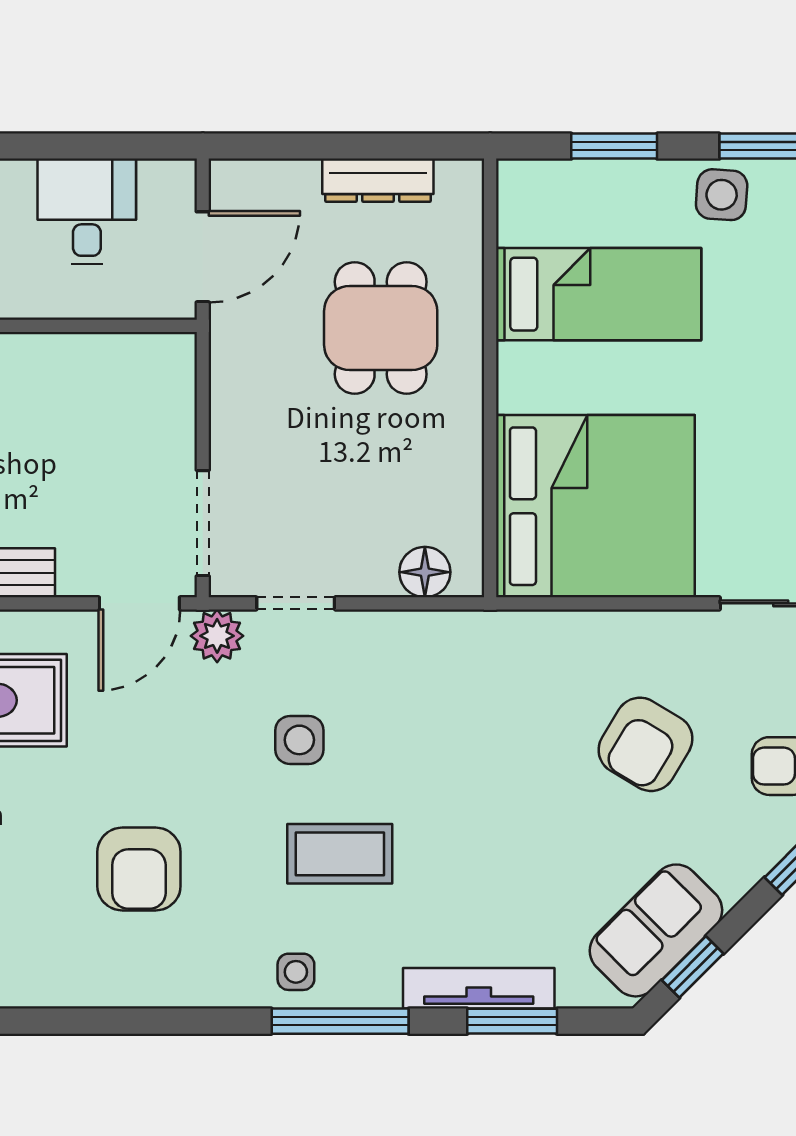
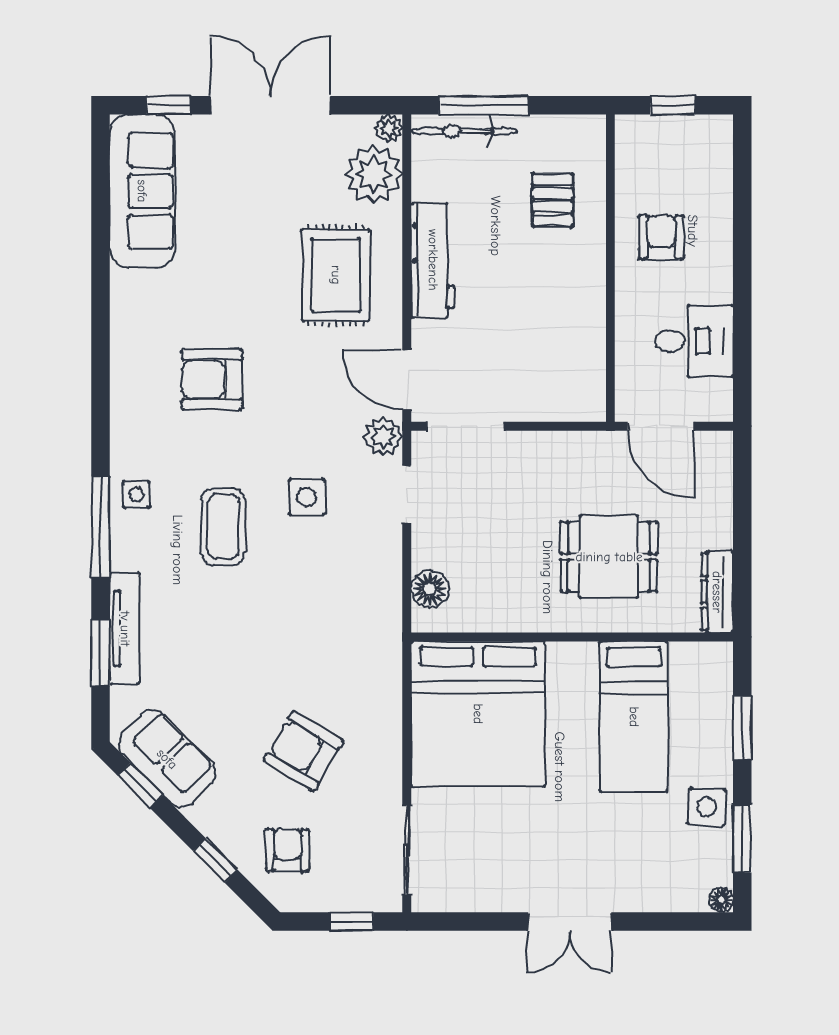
dresser: (378, 180) -> (717, 592), moved

